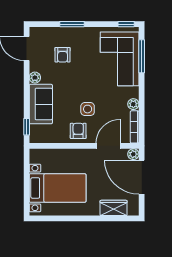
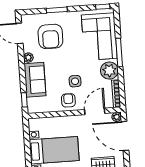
armchair: (63, 55) -> (50, 36), width x1.88, depth x1.88
window: (142, 56) -> (119, 52), moved
plant: (133, 104) -> (109, 71), width x1.88, depth x1.88

